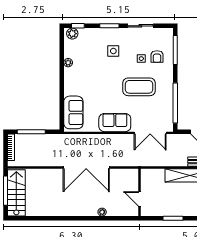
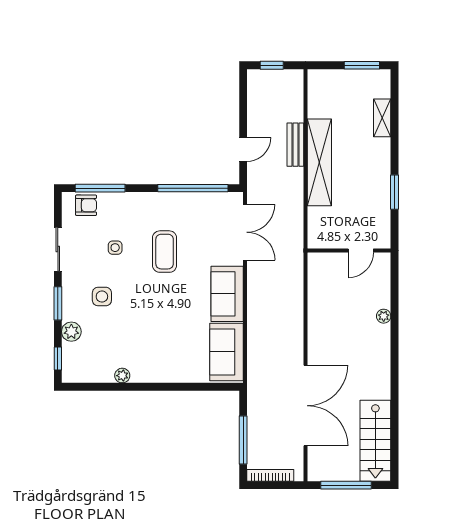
plant: (72, 34) -> (71, 332), moved
armchair: (157, 57) -> (86, 205), moved
coffee table: (139, 87) -> (165, 252), width x0.73, depth x0.76
sofa: (73, 112) -> (227, 352), moved, turned -90
double door: (86, 167) -> (306, 406), moved
stairs: (16, 193) -> (375, 441), moved, turned -90

